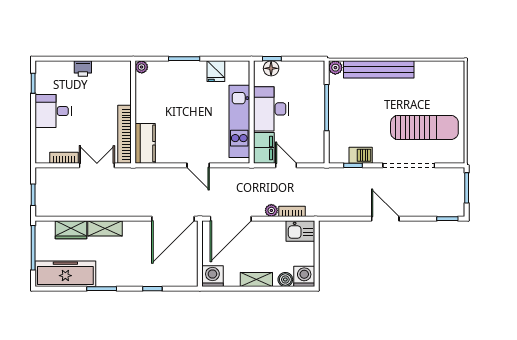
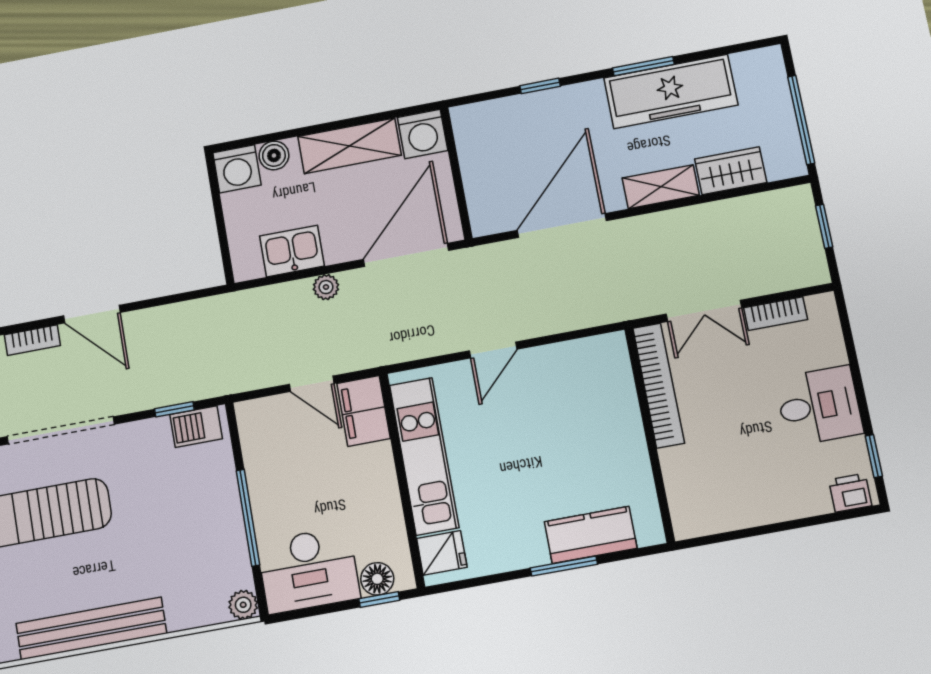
plant: (142, 67) -> (651, 532), removed
printer: (83, 68) -> (850, 493), moved
bench: (379, 69) -> (91, 628), moved
fridge: (216, 71) -> (442, 553), moved, turned 90
desk: (271, 109) -> (309, 570), moved, turned 90
kitchen counter: (145, 143) -> (591, 535), moved, turned 90
barbecue: (361, 155) -> (196, 427), moved
door: (198, 165) -> (493, 350), swing flipped
bookcase: (292, 211) -> (32, 340), moved
door: (173, 219) -> (562, 226), moved
kitchen sink: (300, 231) -> (292, 251), moved
freezer: (65, 274) -> (671, 91), moved
shelving: (256, 280) -> (350, 146), width x1.50, depth x1.33

